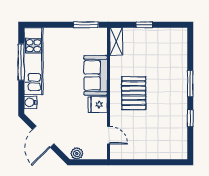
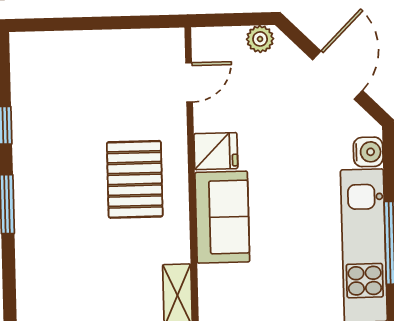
door: (109, 135) -> (189, 82), swing flipped

